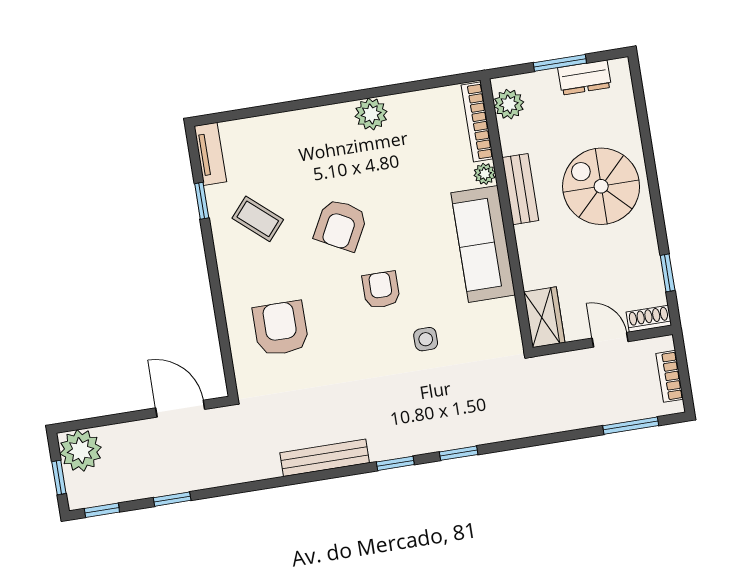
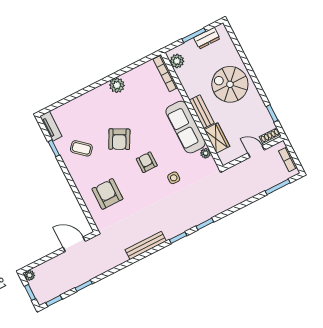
plant: (485, 174) -> (206, 153), moved
bench: (520, 189) -> (202, 112), moved
wardrobe: (544, 317) -> (217, 138), moved
plant: (81, 451) -> (30, 275), width x0.53, depth x0.53

